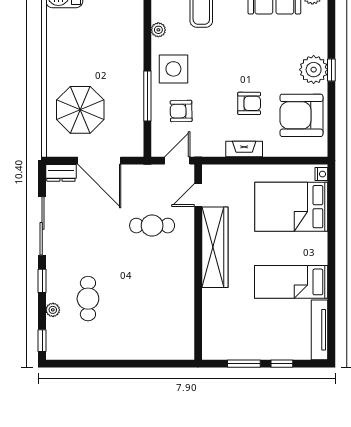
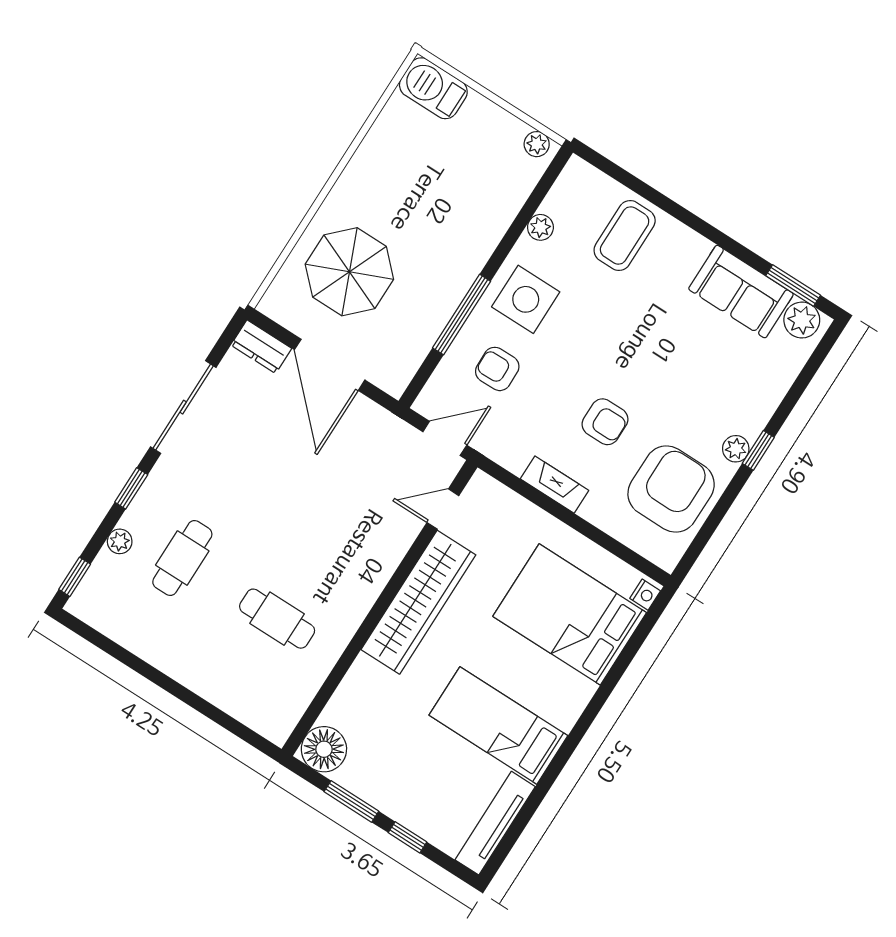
plant: (314, 70) -> (736, 449), width x0.53, depth x0.53
armchair: (301, 115) -> (671, 489), turned 90
cafe table: (152, 226) -> (277, 619), moved
floor lamp: (215, 347) -> (324, 749), added

